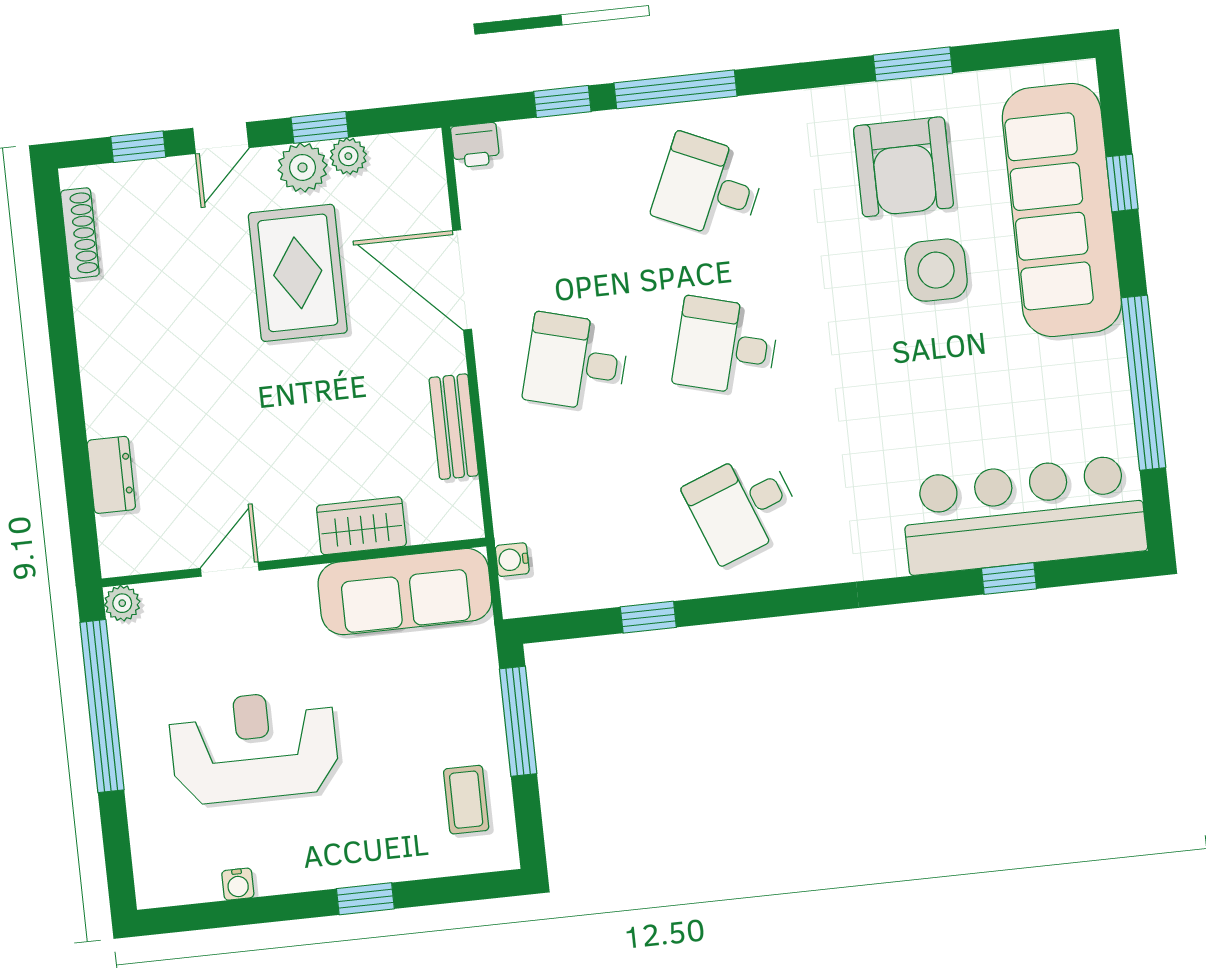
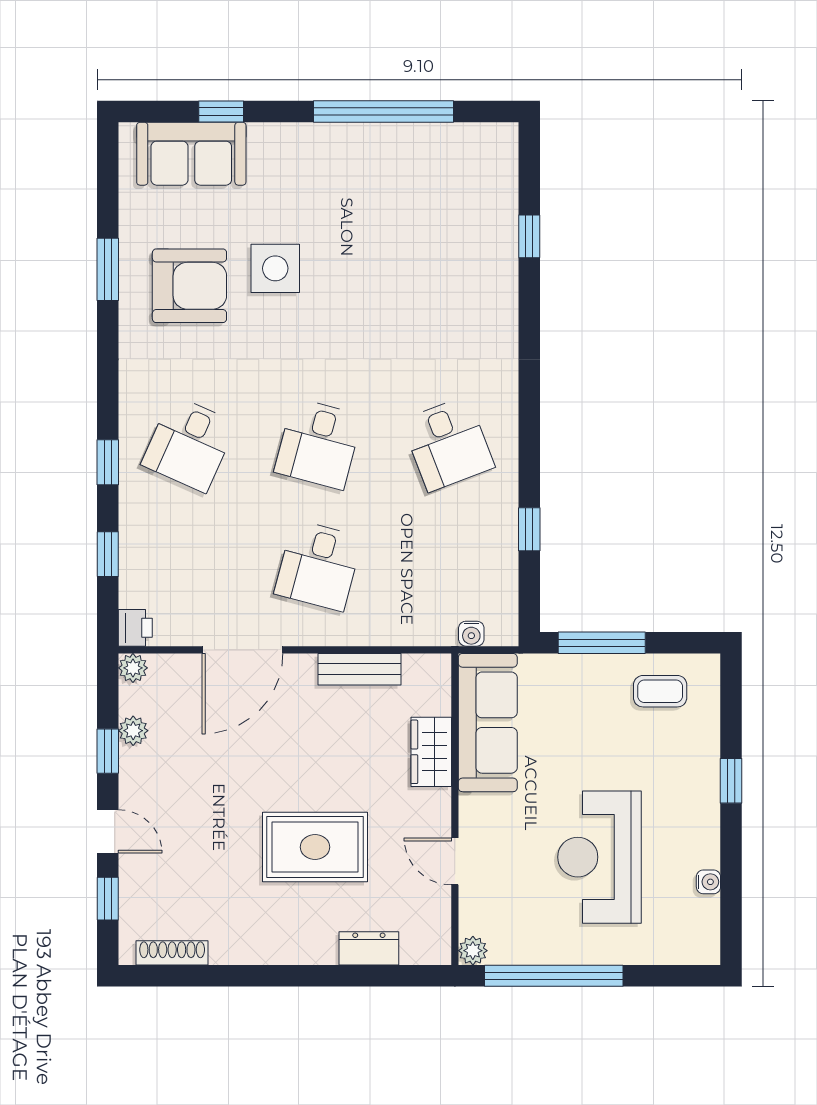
window: (675, 89) -> (108, 462), width x0.46
plant: (303, 167) -> (133, 668), moved, width x0.73, depth x0.73
sofa: (1062, 210) -> (191, 154), width x0.54, depth x0.79
rug: (298, 273) -> (315, 847), moved
bar counter: (1024, 515) -> (479, 219), removed

